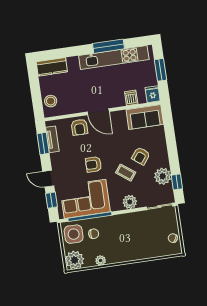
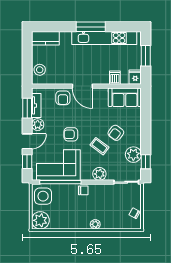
window: (108, 46) -> (91, 27), moved
plant: (57, 159) -> (38, 125), added
door: (48, 179) -> (27, 141), swing flipped
chair: (94, 234) -> (83, 190), moved
plant: (101, 261) -> (95, 224), moved

